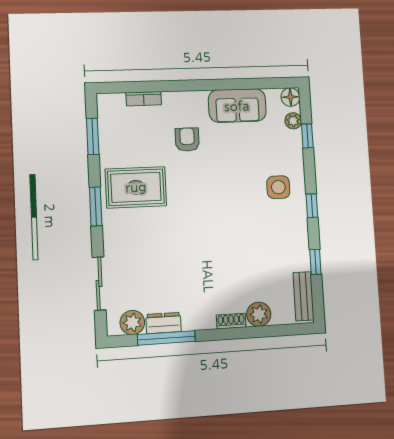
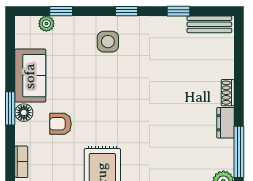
window: (201, 85) -> (10, 108), added
floor lamp: (290, 97) -> (24, 113), moved
plant: (259, 314) -> (223, 67), removed
dresser: (164, 323) -> (225, 123), moved

